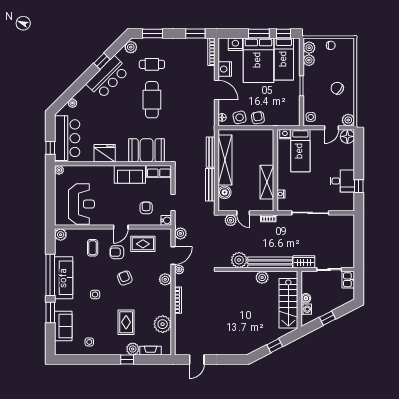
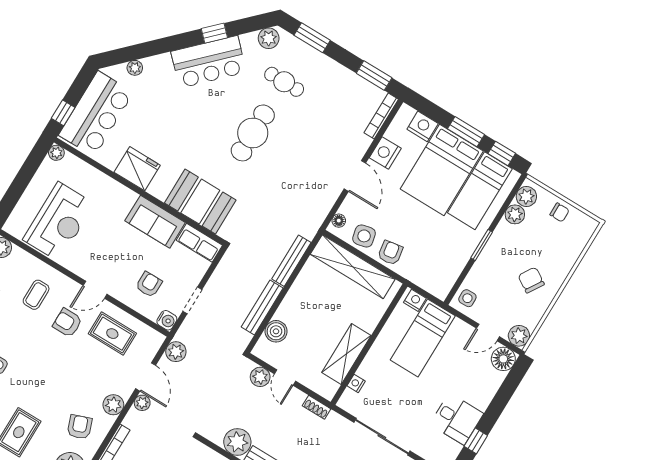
shelving: (225, 160) -> (353, 267), moved, turned 90
door: (173, 255) -> (146, 377), hinge flipped
armchair: (125, 278) -> (80, 427), moved

